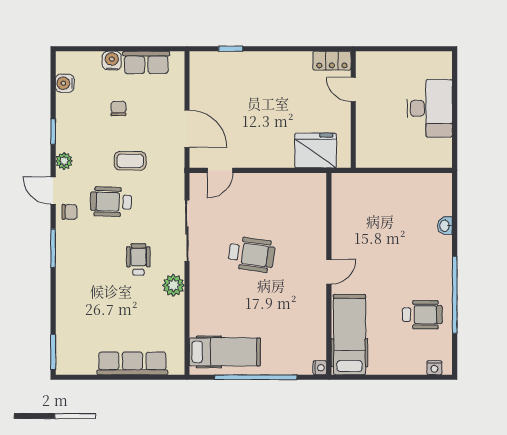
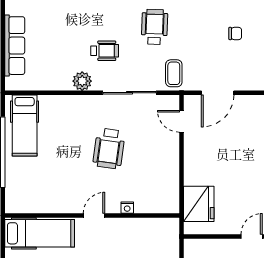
coffee table: (130, 161) -> (174, 73), moved
door: (329, 272) -> (94, 216), swing flipped
nightstand: (320, 368) -> (127, 208), moved

